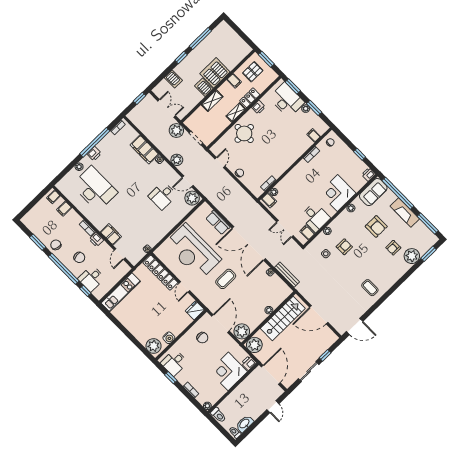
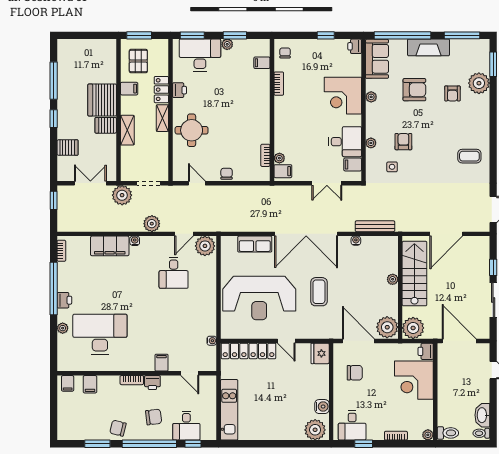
filing cabinet: (111, 234) -> (162, 363), width x0.50

